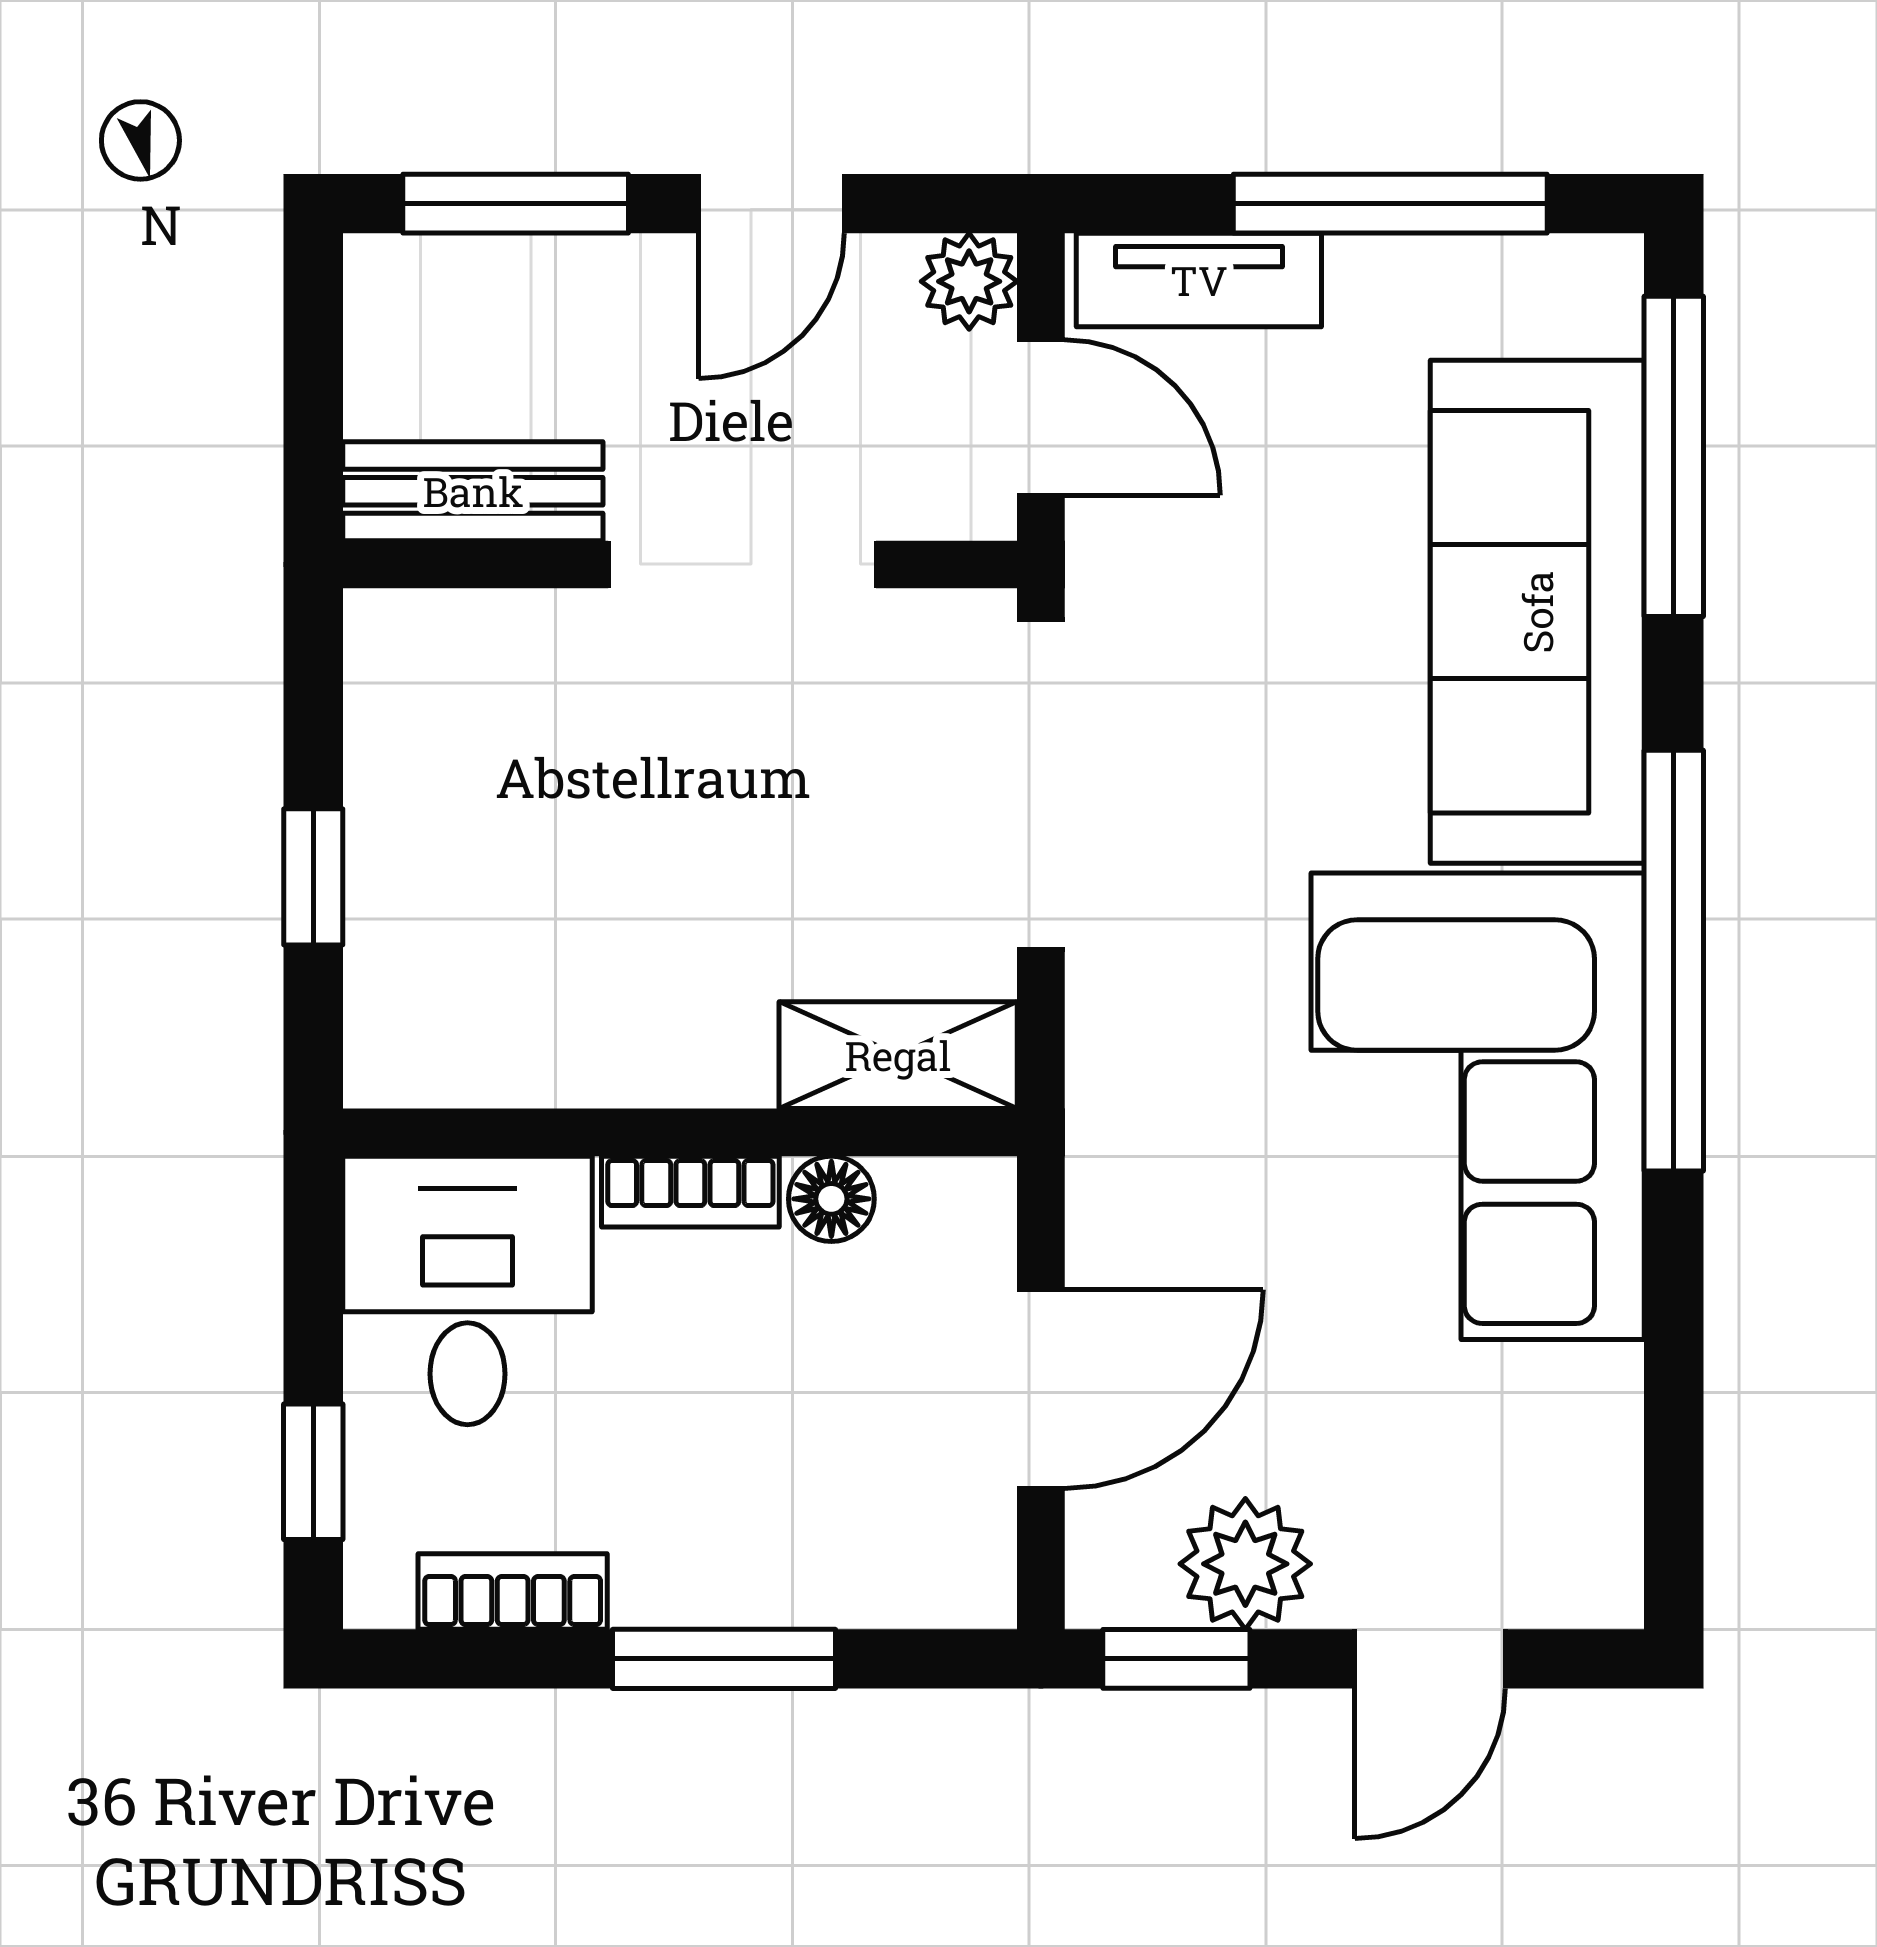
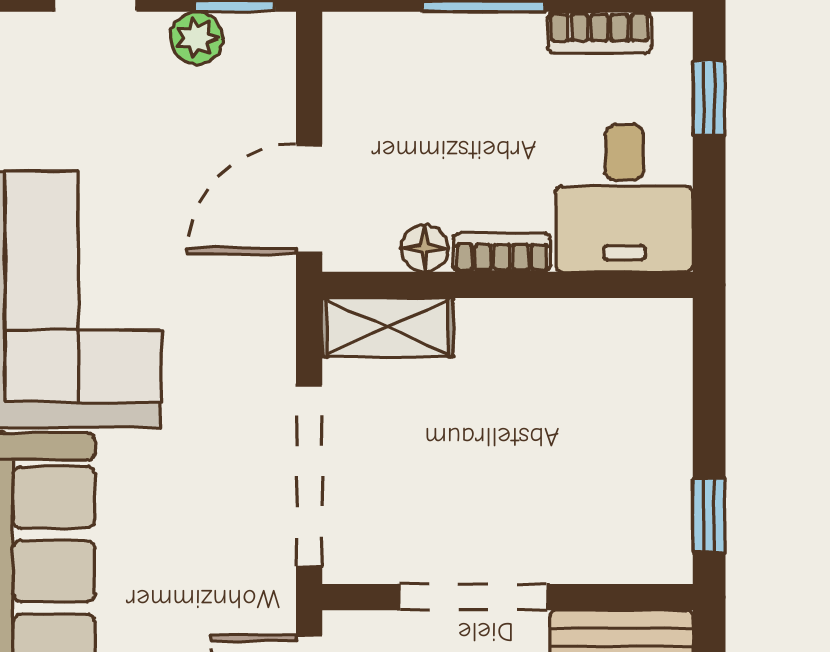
window: (313, 877) -> (709, 515), moved
door: (1041, 1389) -> (309, 199), moved
plant: (1245, 1564) -> (197, 38), width x0.73, depth x0.73

